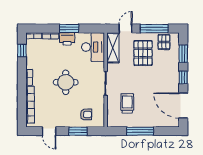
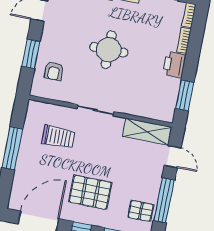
window: (69, 29) -> (185, 95), moved
desk: (93, 47) -> (154, 102), removed
pallet: (143, 53) -> (90, 192), moved

